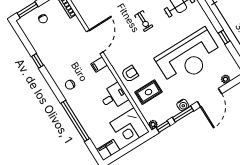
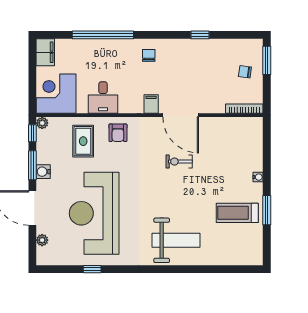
exercise bike: (144, 21) -> (179, 162), moved

